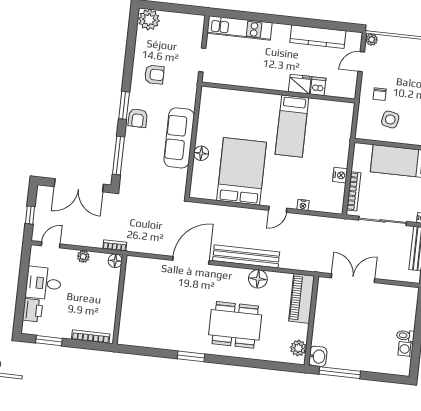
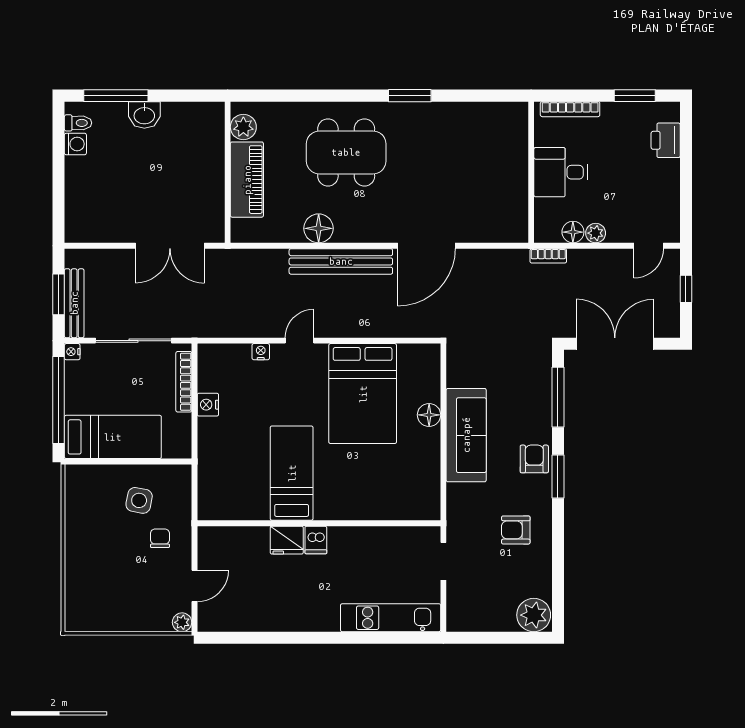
kitchen counter: (318, 37) -> (267, 618), removed
dishwasher: (318, 86) -> (316, 540), moved
floor lamp: (115, 261) -> (573, 232), moved
desk: (43, 283) -> (561, 172), moved, turned 180
piano: (302, 298) -> (247, 180), moved
toilet: (405, 336) -> (78, 123), moved
washbasin: (318, 356) -> (144, 115), moved, turned -90
window: (340, 373) -> (116, 96), moved

